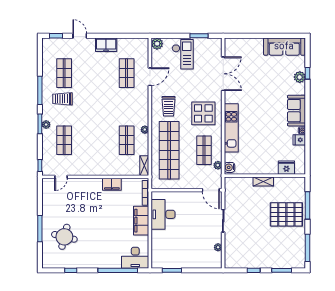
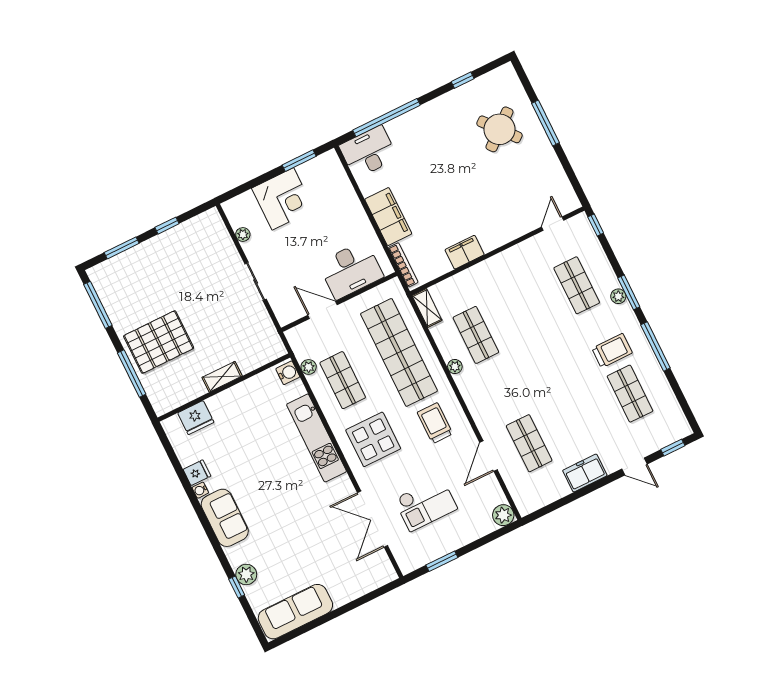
checkout: (183, 54) -> (426, 504), moved, turned -90
door: (211, 190) -> (323, 310), moved
desk: (163, 214) -> (351, 270), moved, turned 90
round table: (64, 237) -> (499, 129), turned 36
corner desk: (189, 255) -> (283, 199), added

